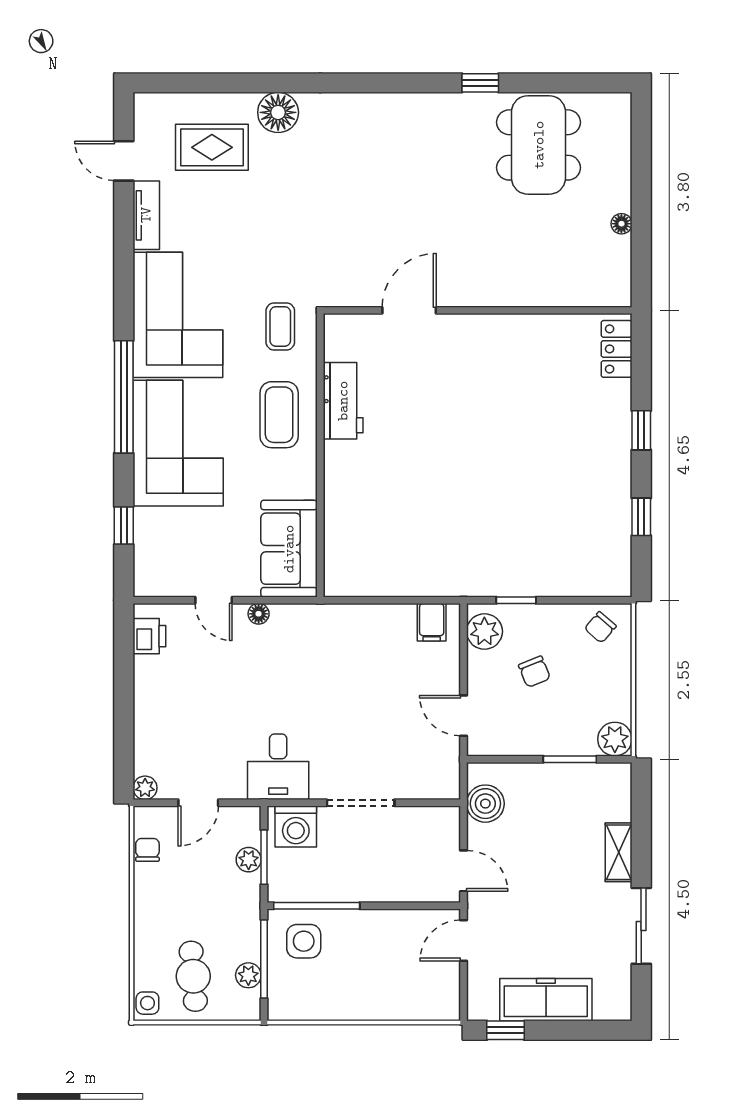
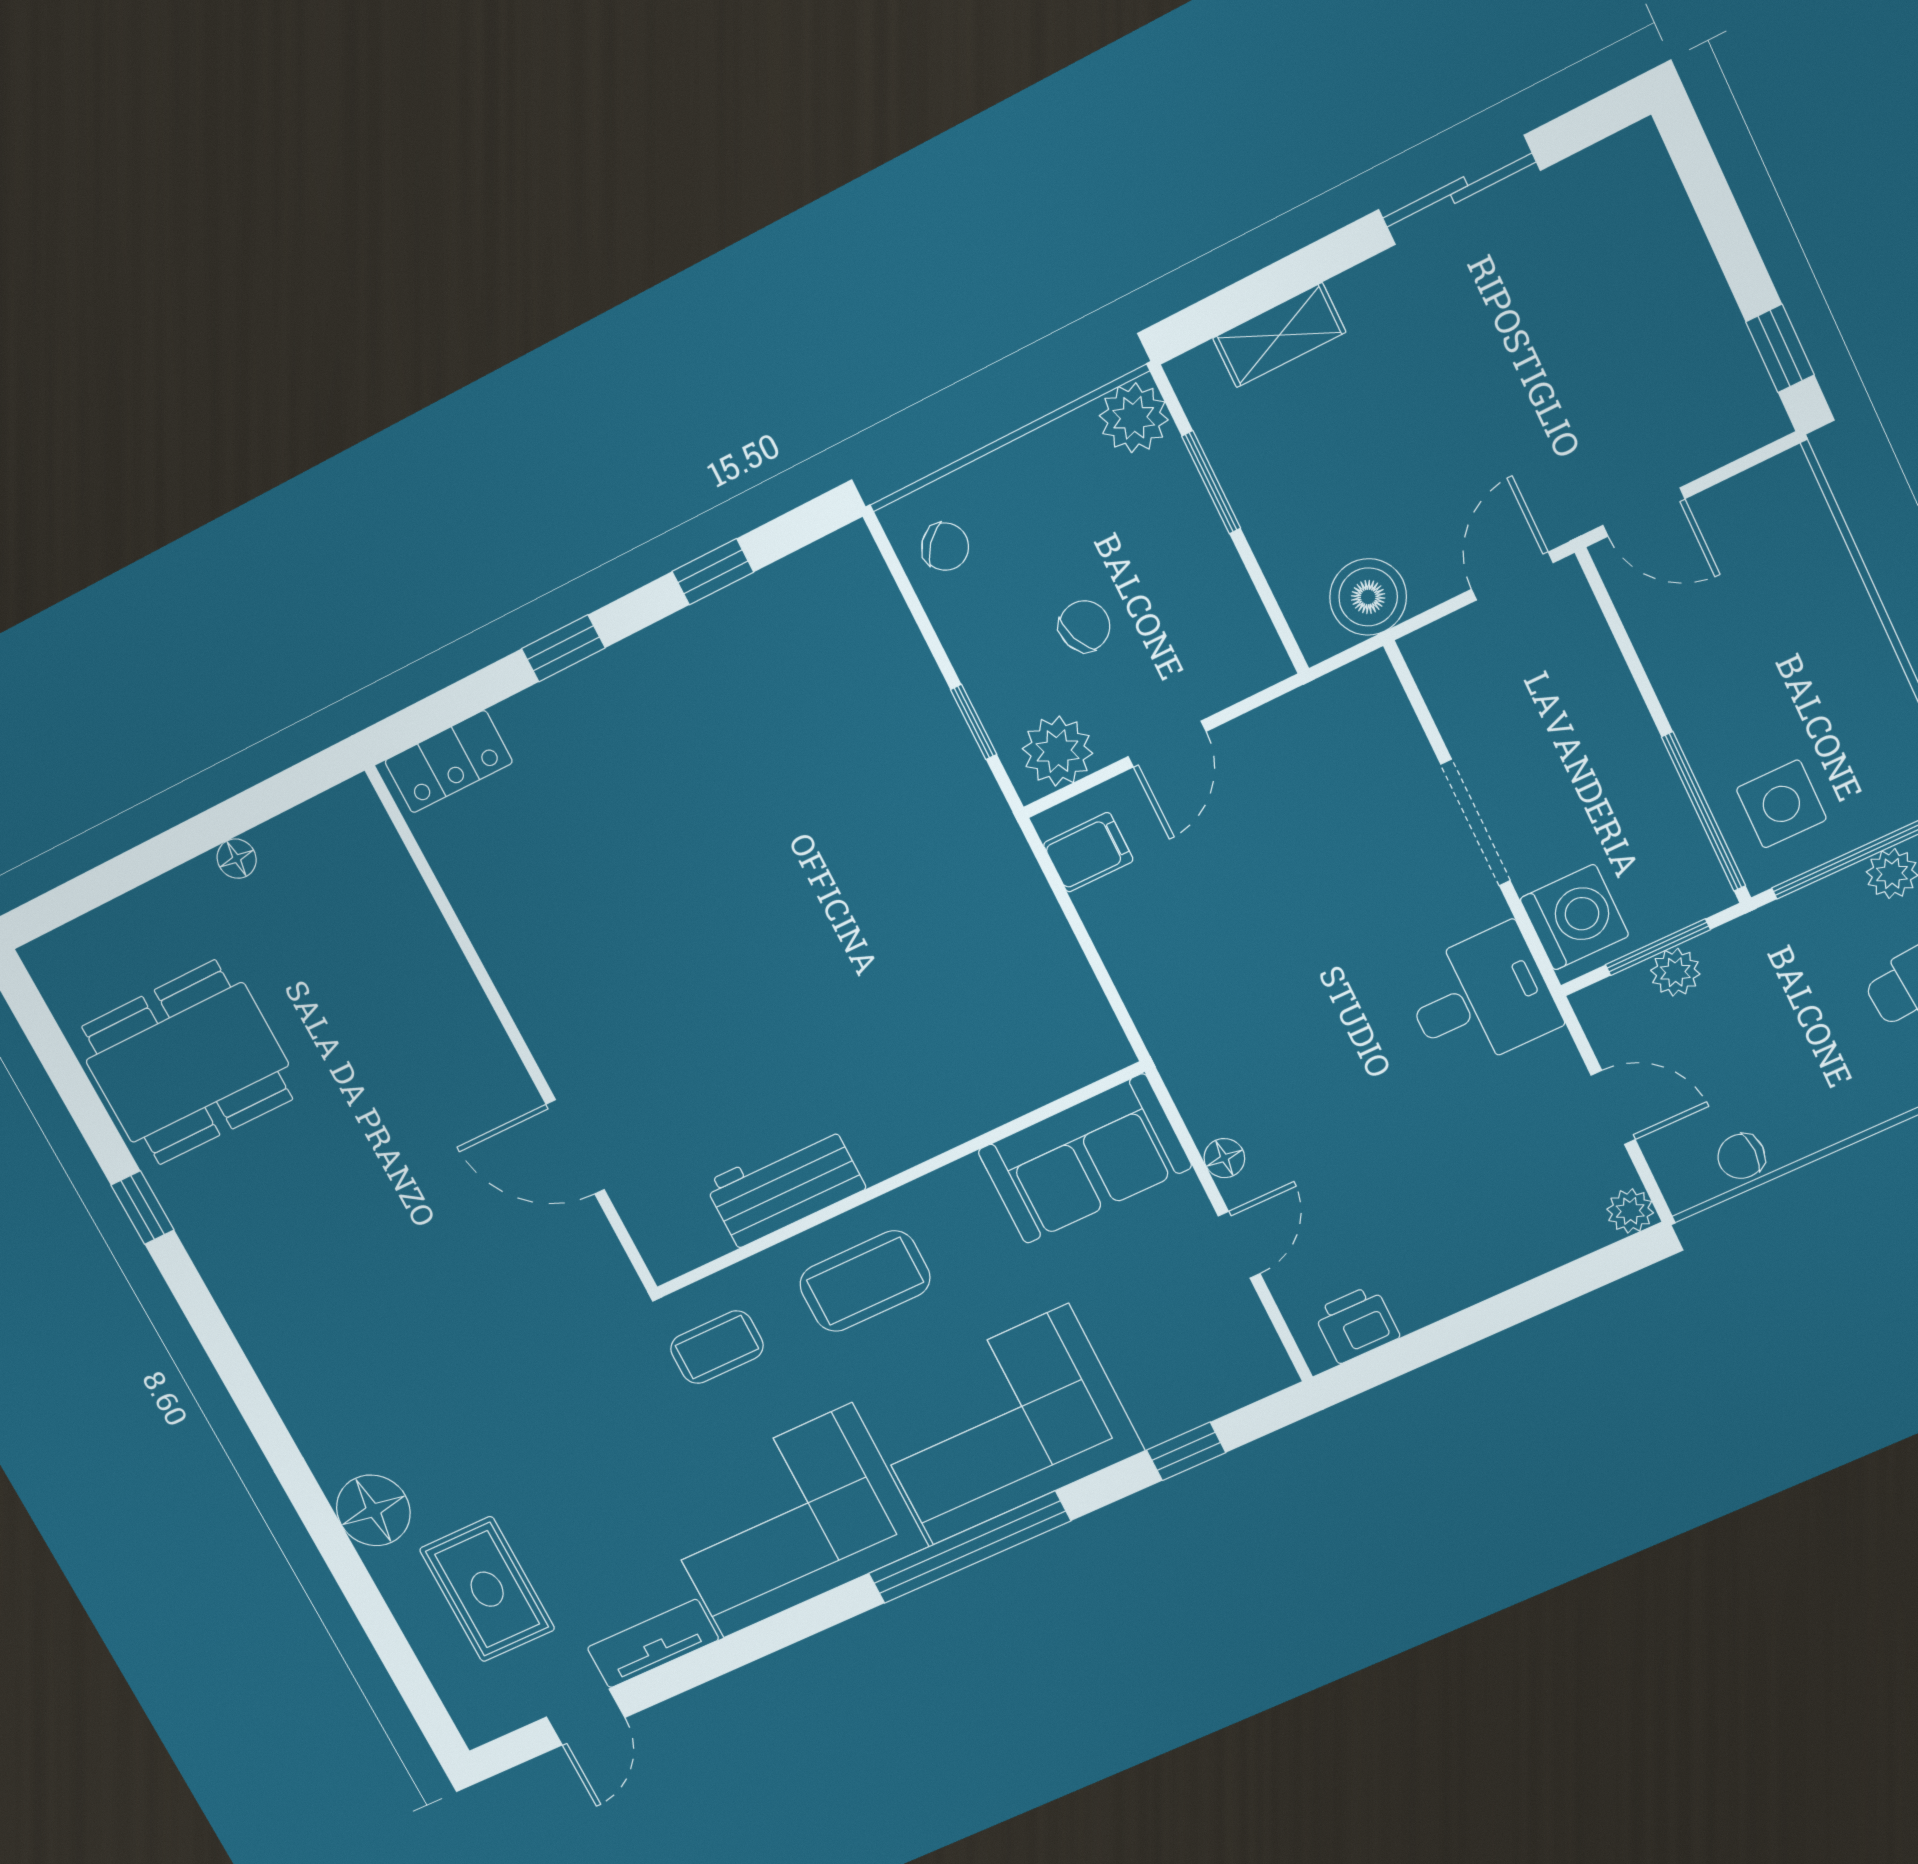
door: (464, 716) -> (1167, 744), moved
shelving: (619, 852) -> (1279, 335), moved
freezer: (546, 1000) -> (1685, 301), removed

